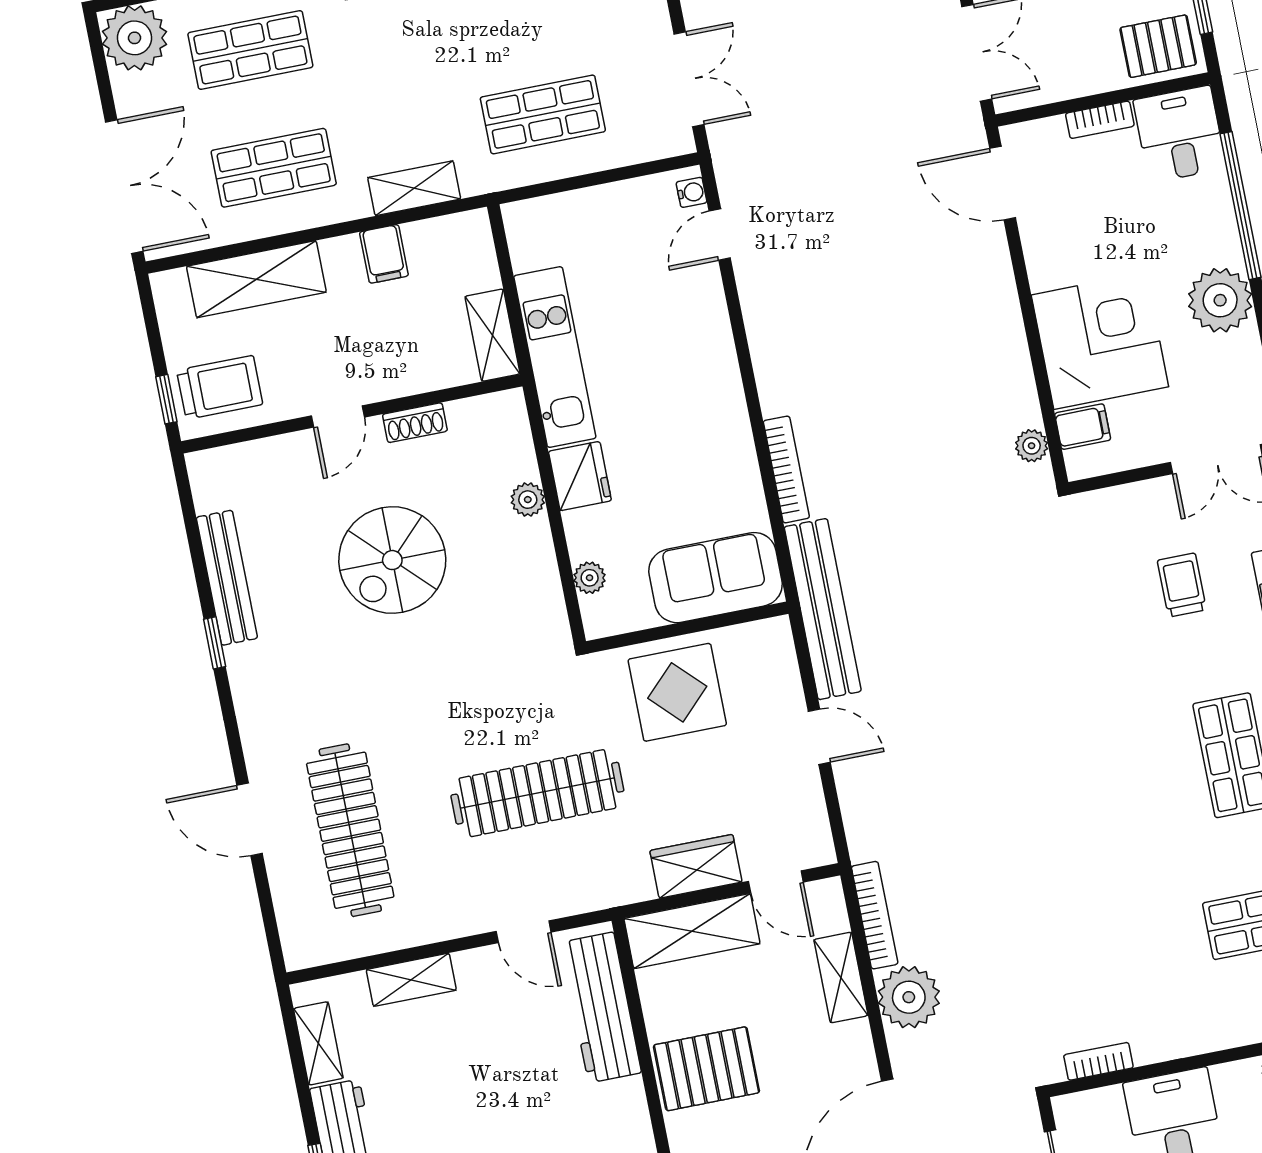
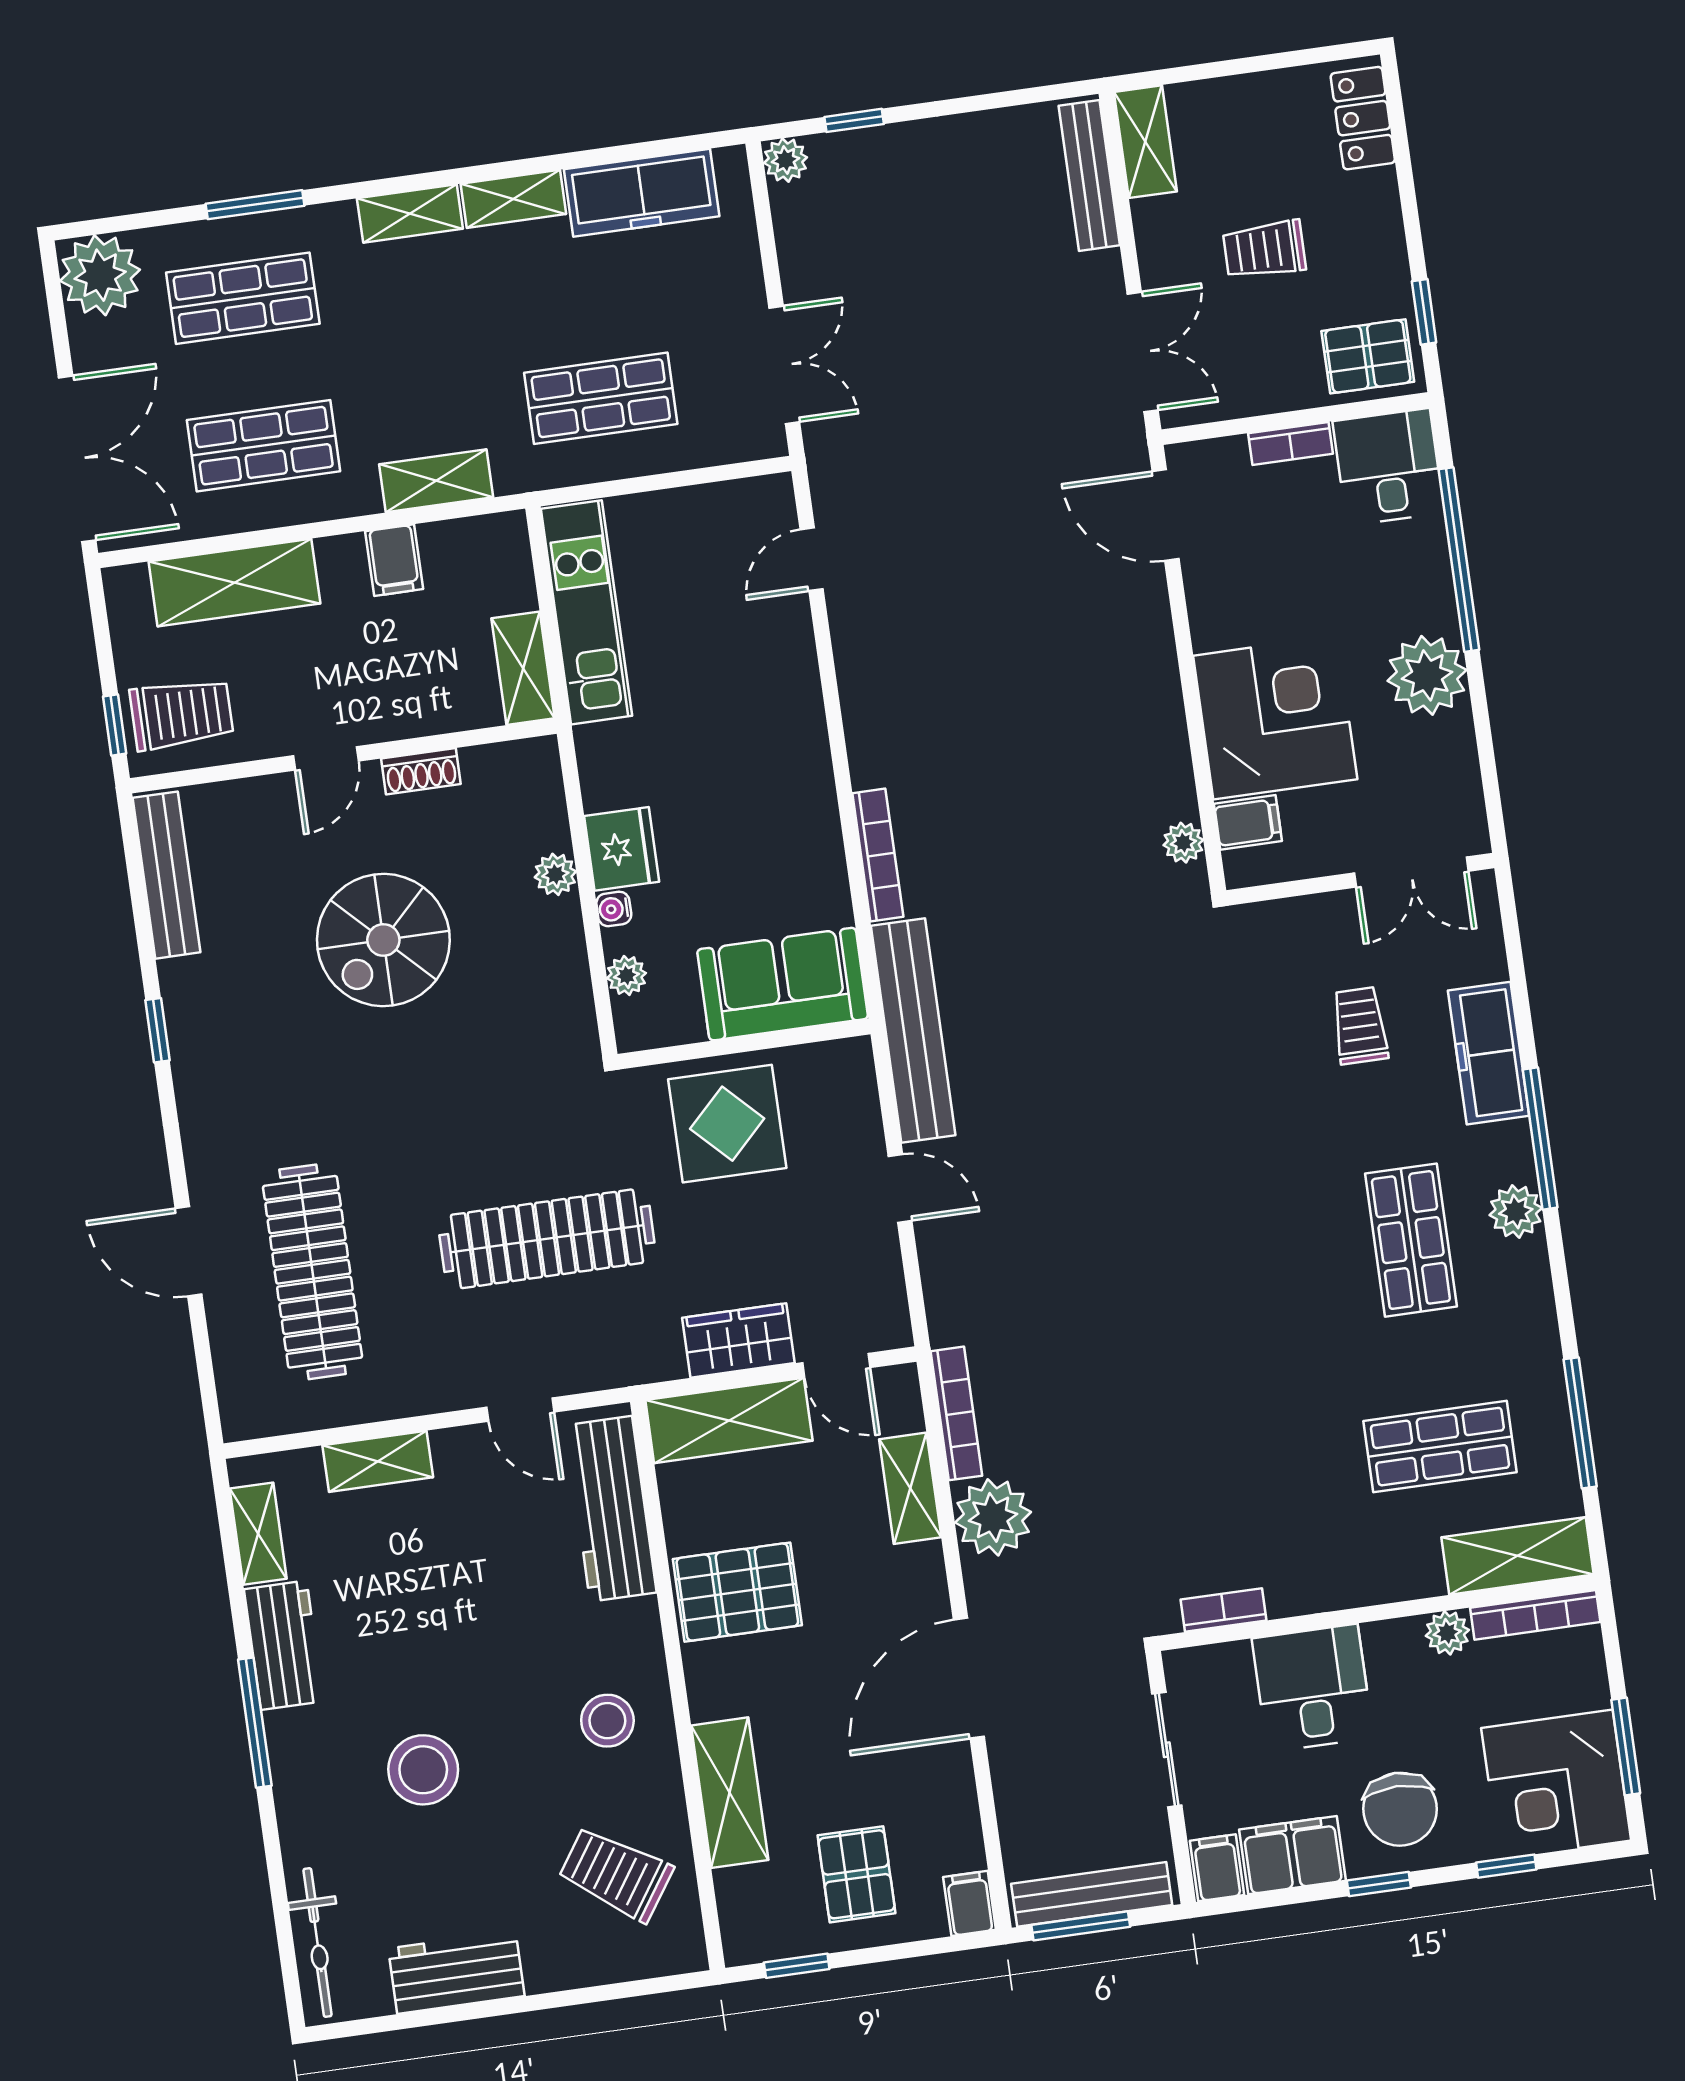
water cooler: (692, 192) -> (614, 909), moved, turned 180
kitchen unit: (555, 357) -> (586, 612), moved
bench: (227, 578) -> (167, 875), moved

